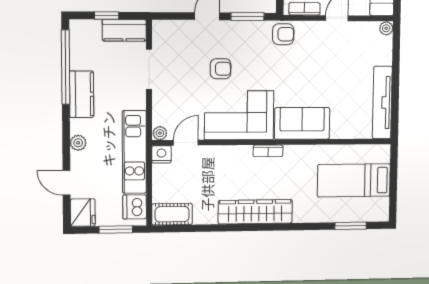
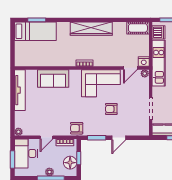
sofa: (302, 123) -> (53, 78), moved
bed: (354, 180) -> (35, 31), moved

